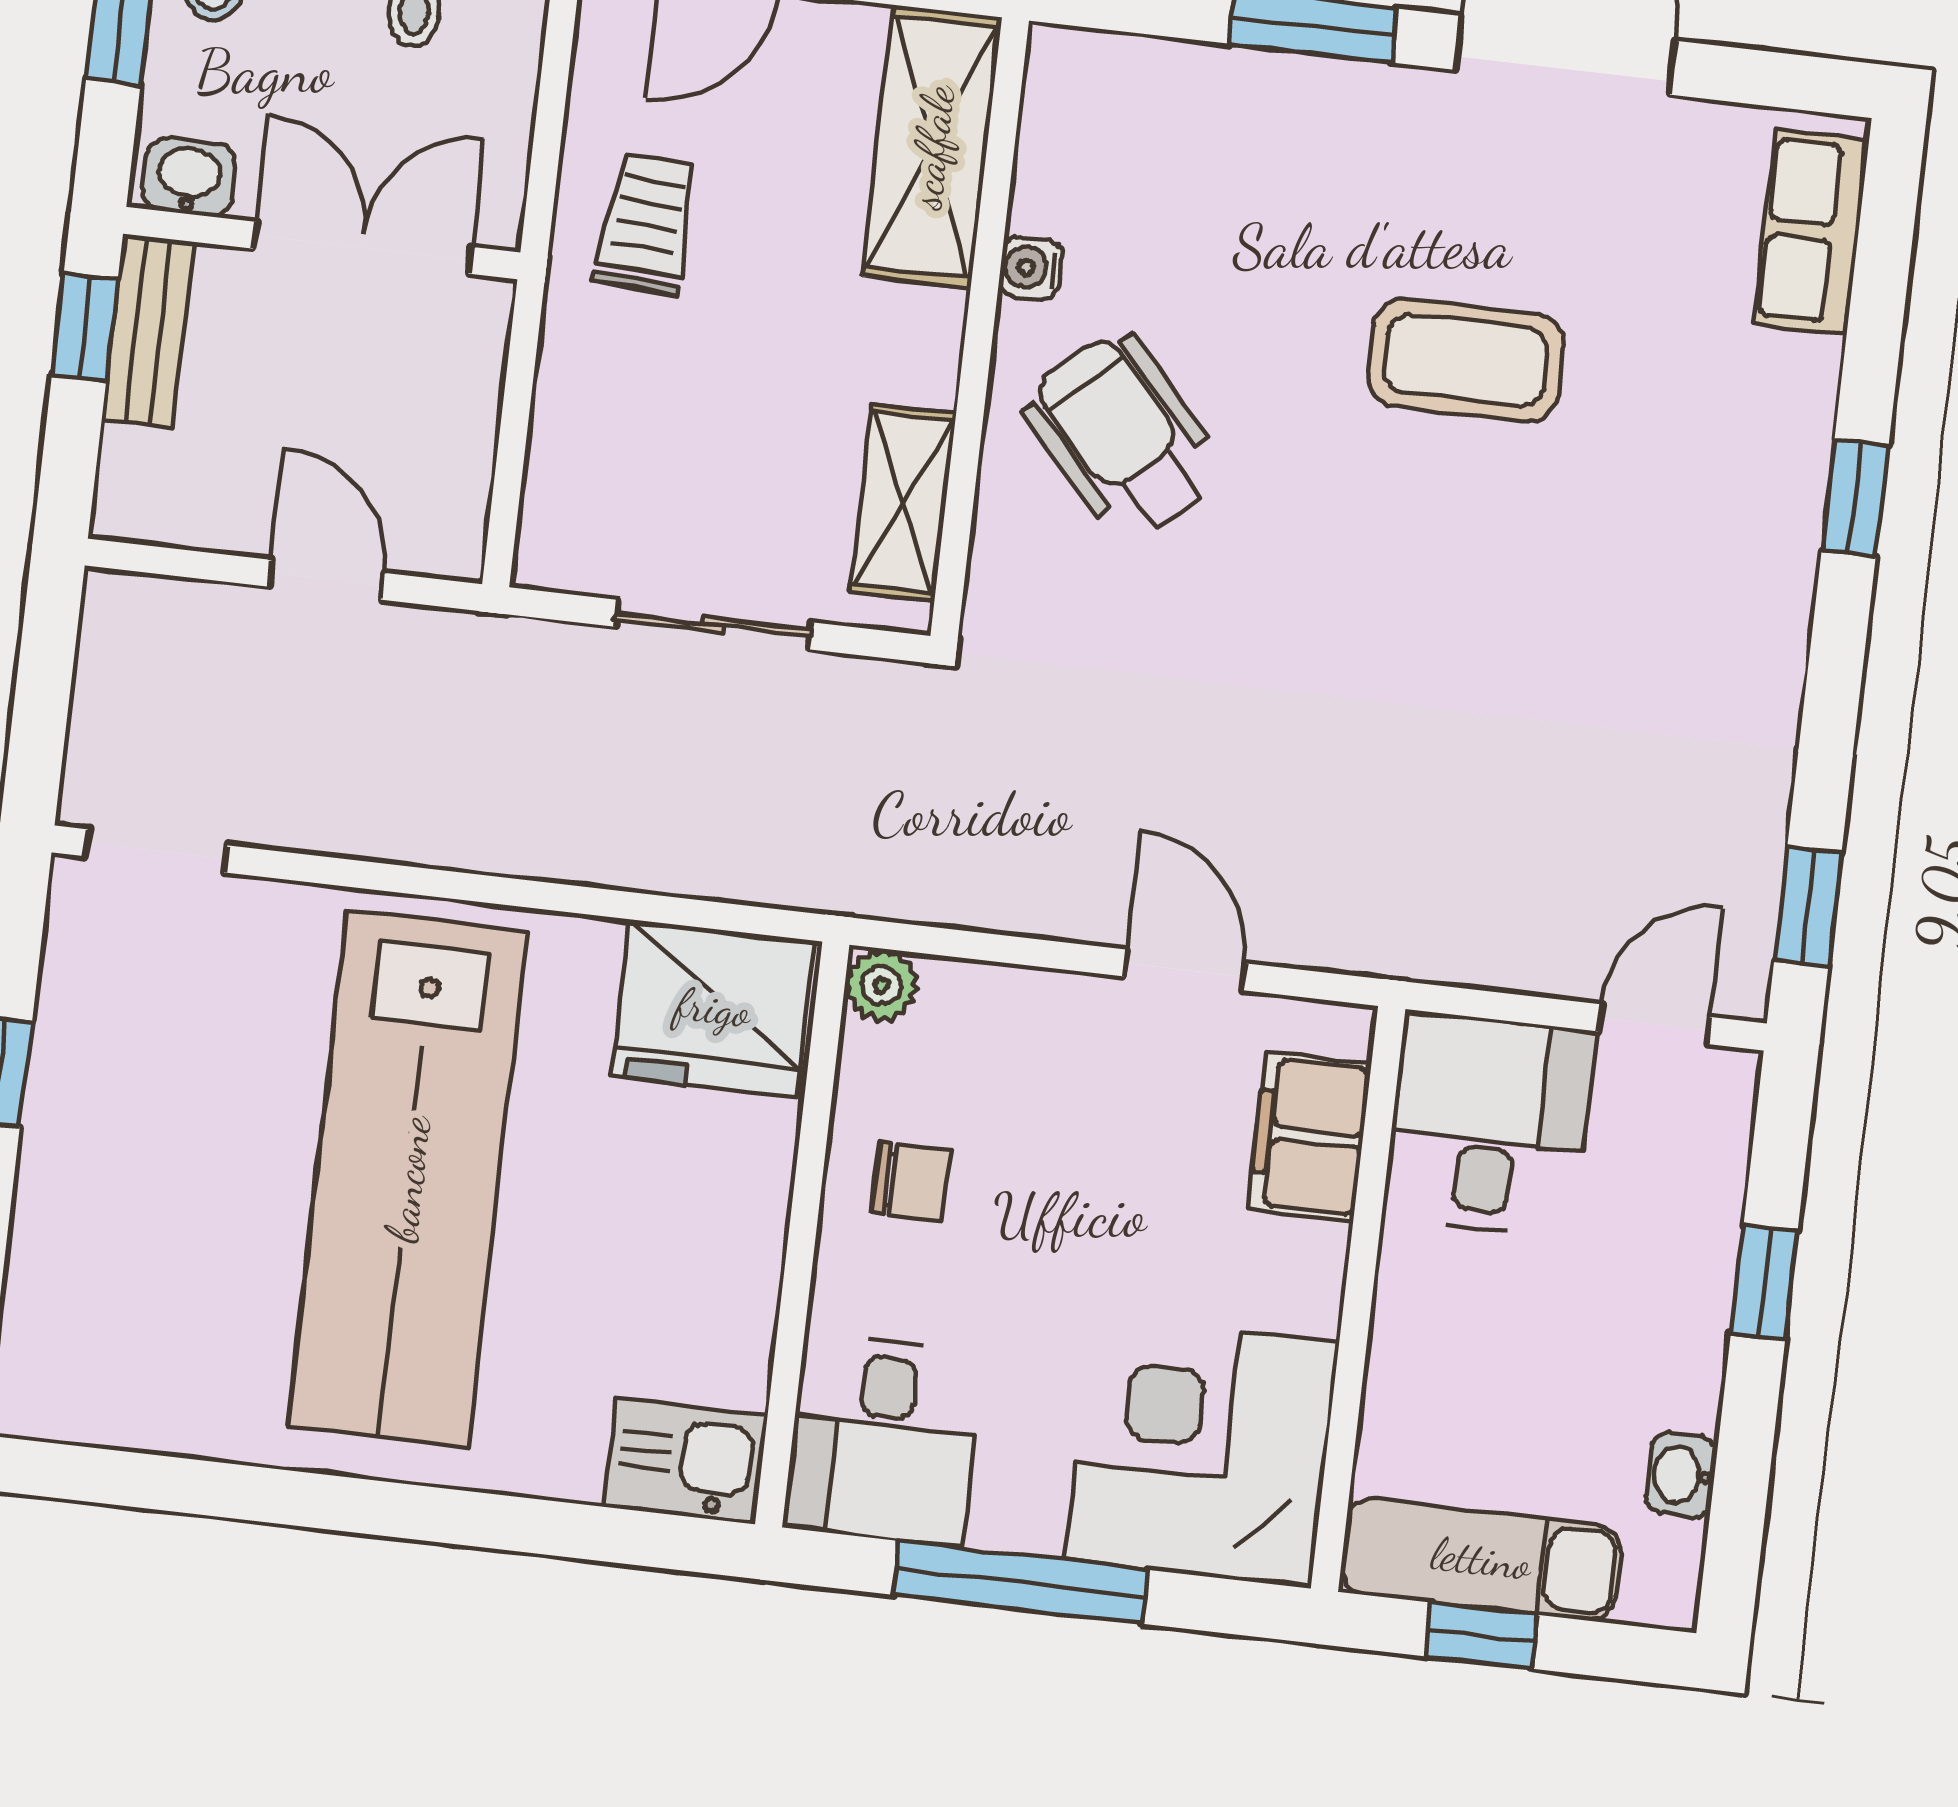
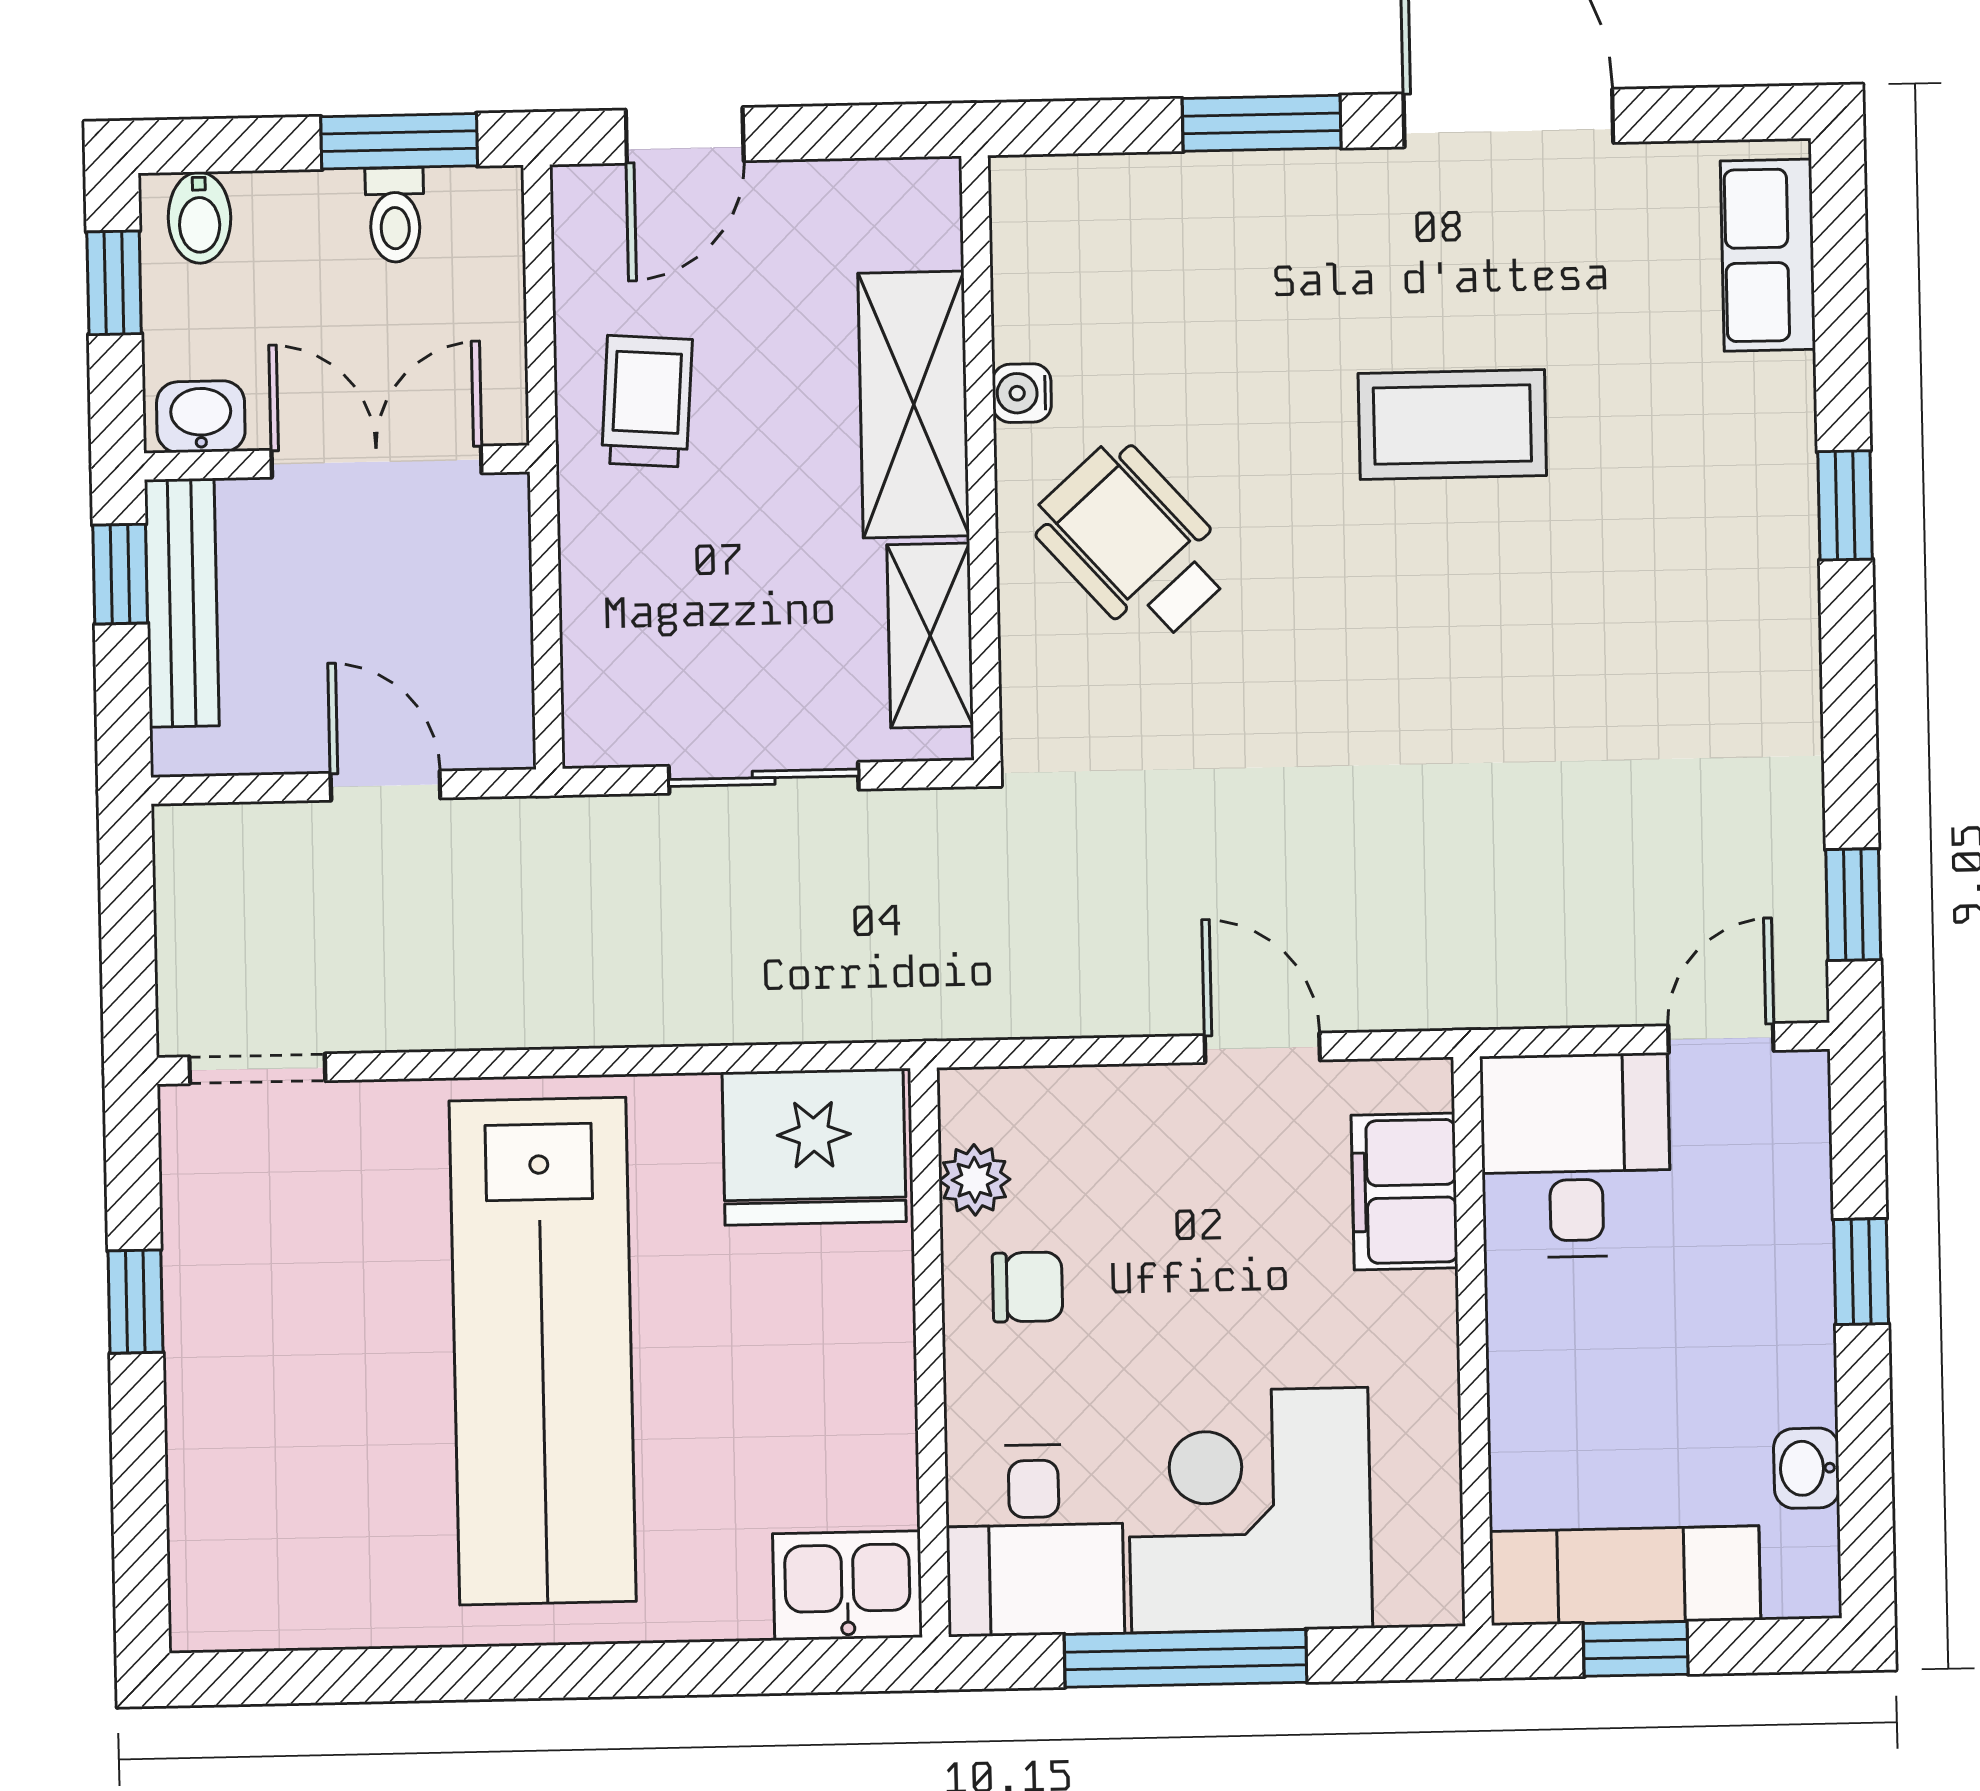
shelving: (932, 147) -> (914, 405), moved
bench: (148, 331) -> (182, 603), width x1.36
plant: (882, 985) -> (975, 1180), moved
corner desk: (1202, 1451) -> (1250, 1510), moved

